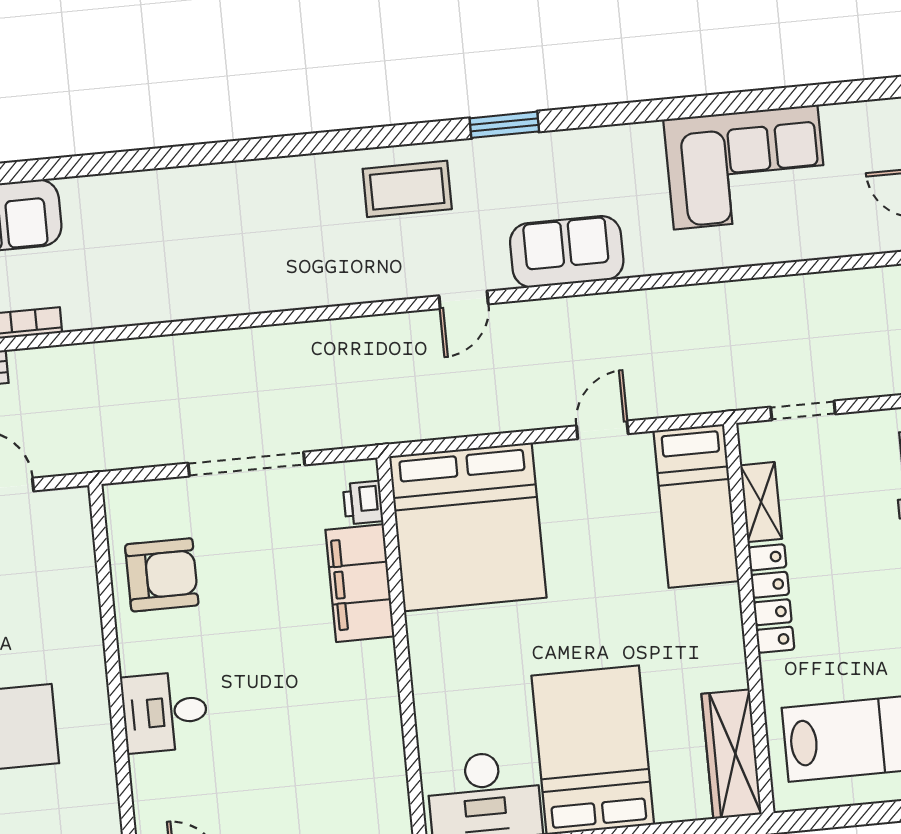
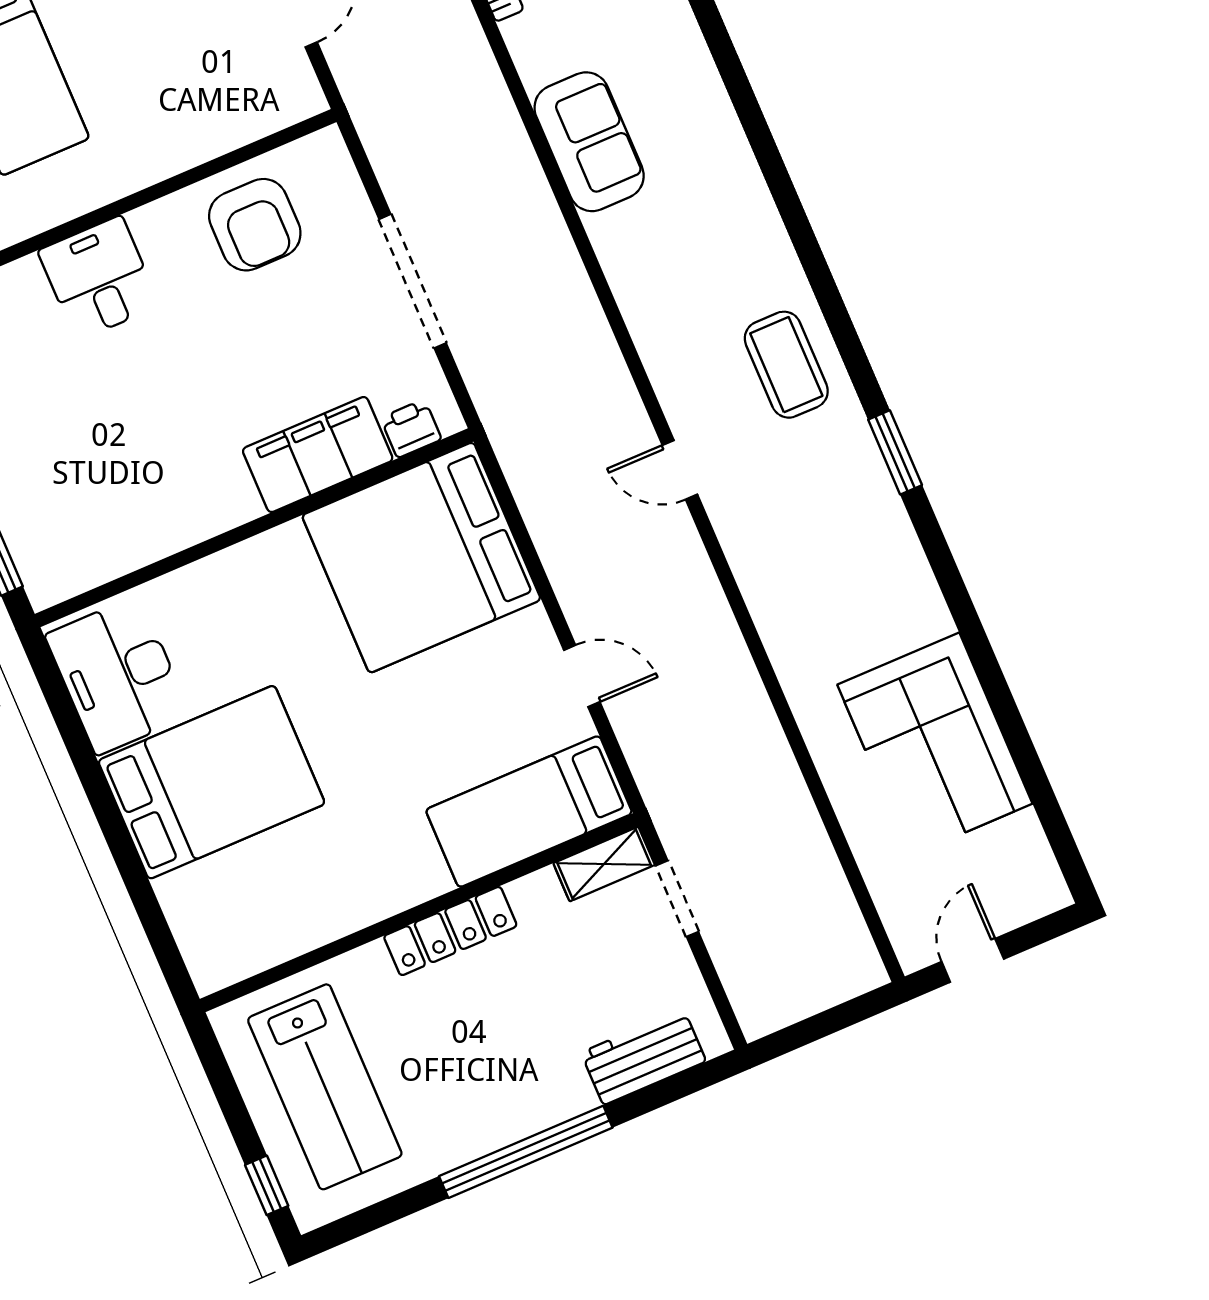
sofa: (567, 252) -> (589, 142), moved
shelving: (761, 502) -> (604, 864), moved
wardrobe: (731, 754) -> (258, 942), removed

